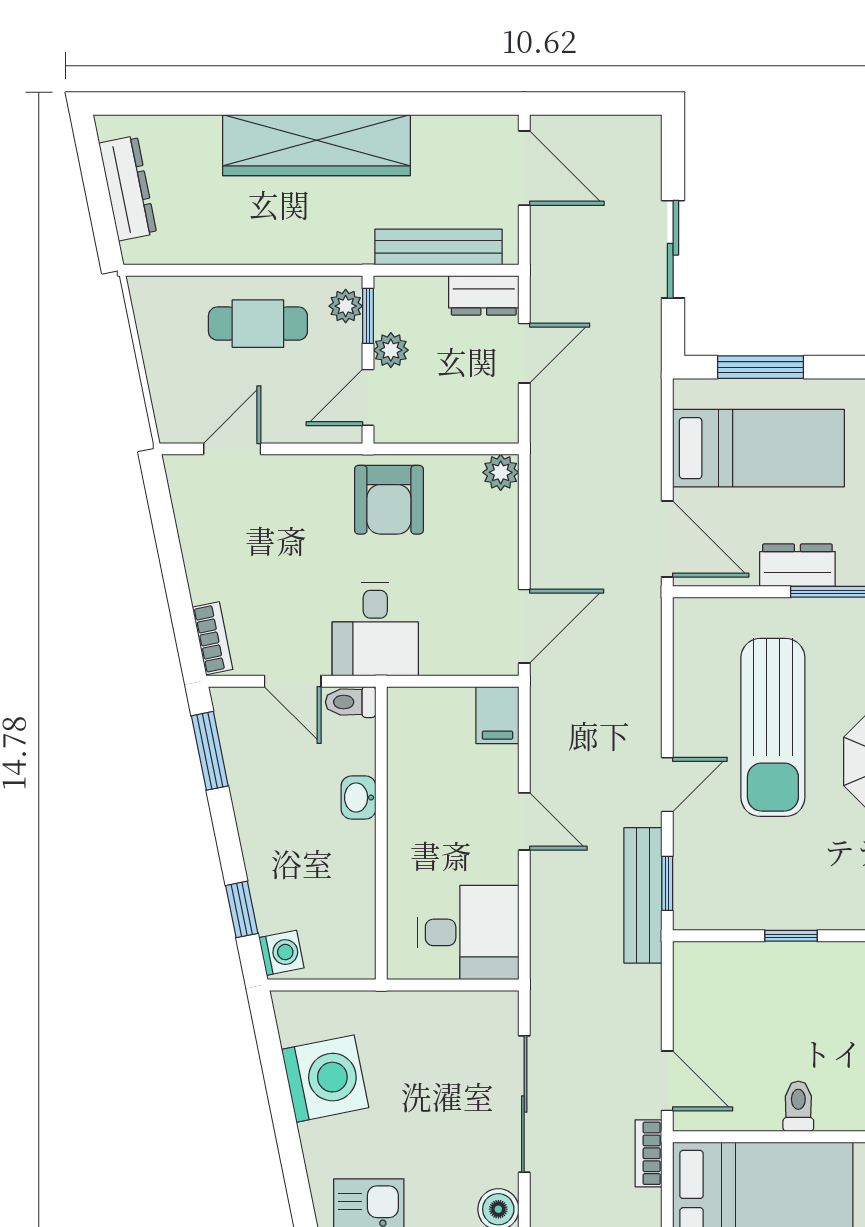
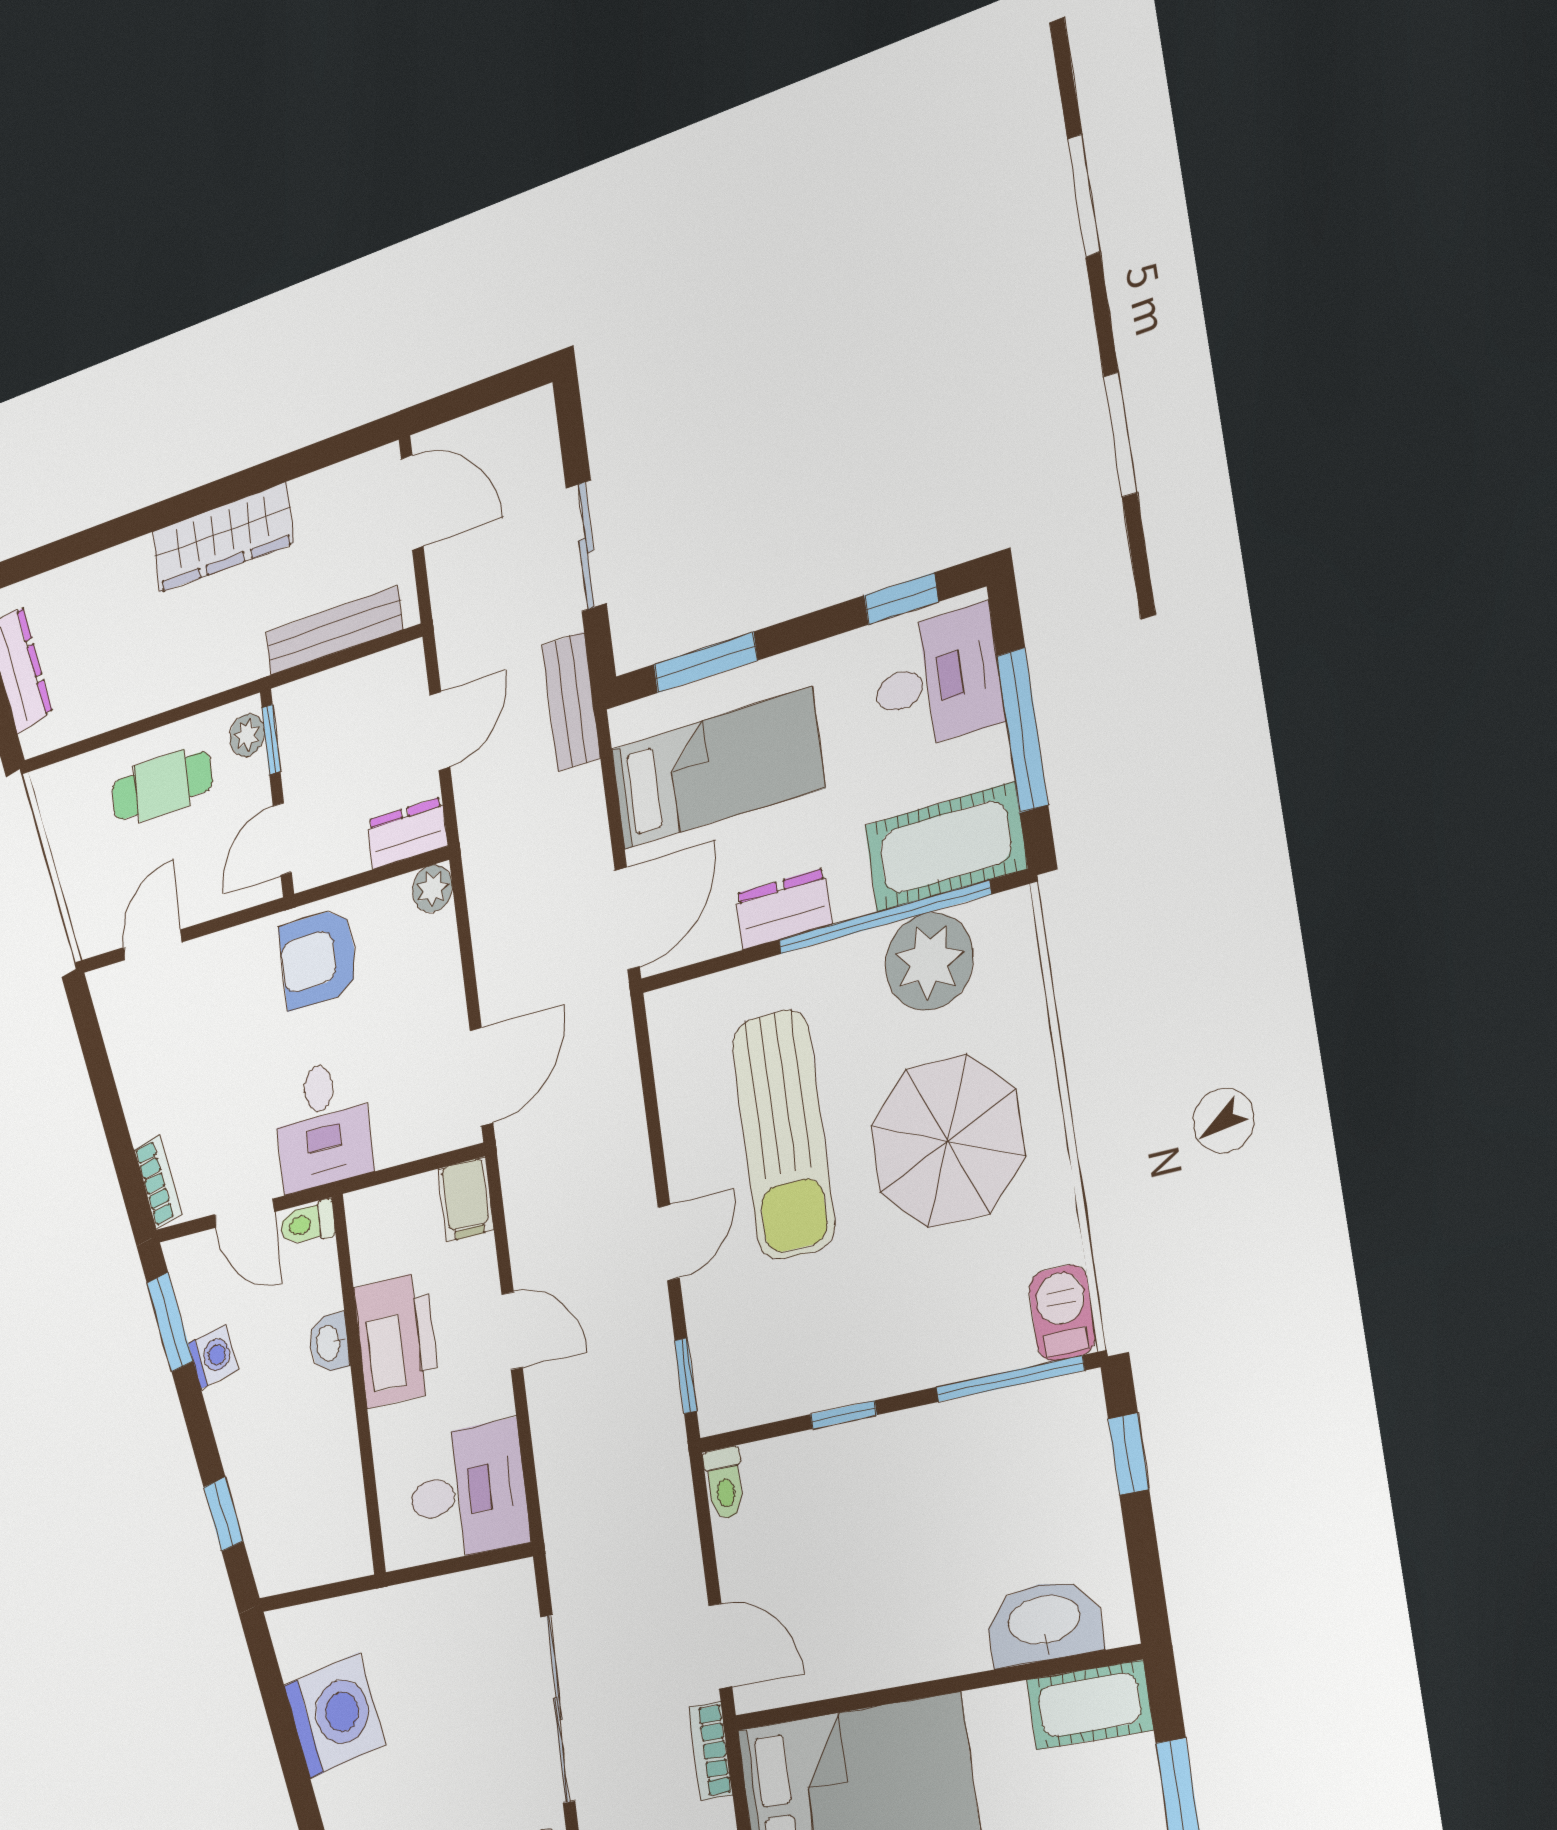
wardrobe: (317, 145) -> (223, 538), width x0.71, depth x0.85
dresser: (484, 295) -> (407, 833), moved, turned 180
plant: (391, 350) -> (299, 773), removed
armchair: (389, 500) -> (318, 959), turned 90
door: (667, 539) -> (627, 919), hinge flipped
printer: (420, 807) -> (396, 1340), added
bench: (643, 895) -> (571, 701), moved, width x0.73
washing machine: (282, 953) -> (213, 1357), moved
toilet: (798, 1106) -> (725, 1483), moved, turned 180

